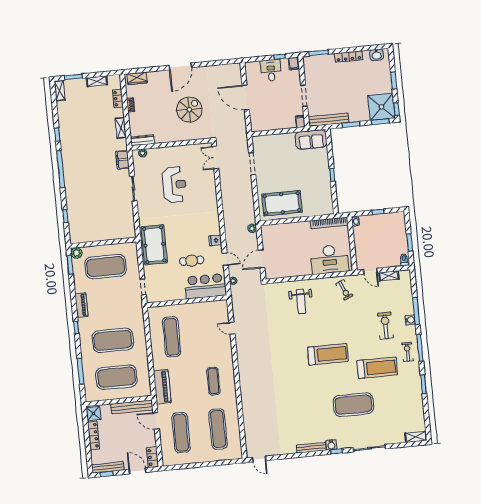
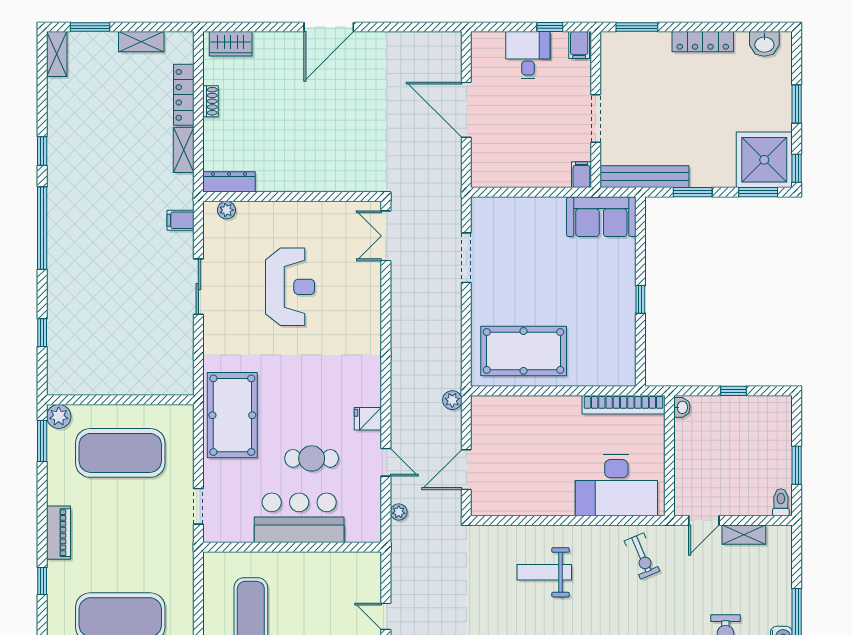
locker: (118, 98) -> (184, 95), width x1.53
spiral stairs: (189, 110) -> (339, 124), removed
filing cabinet: (122, 160) -> (180, 220), width x0.50
door: (370, 271) -> (704, 520), hinge flipped
bar counter: (206, 286) -> (299, 518), moved
weight bench: (301, 301) -> (544, 572), turned 90

